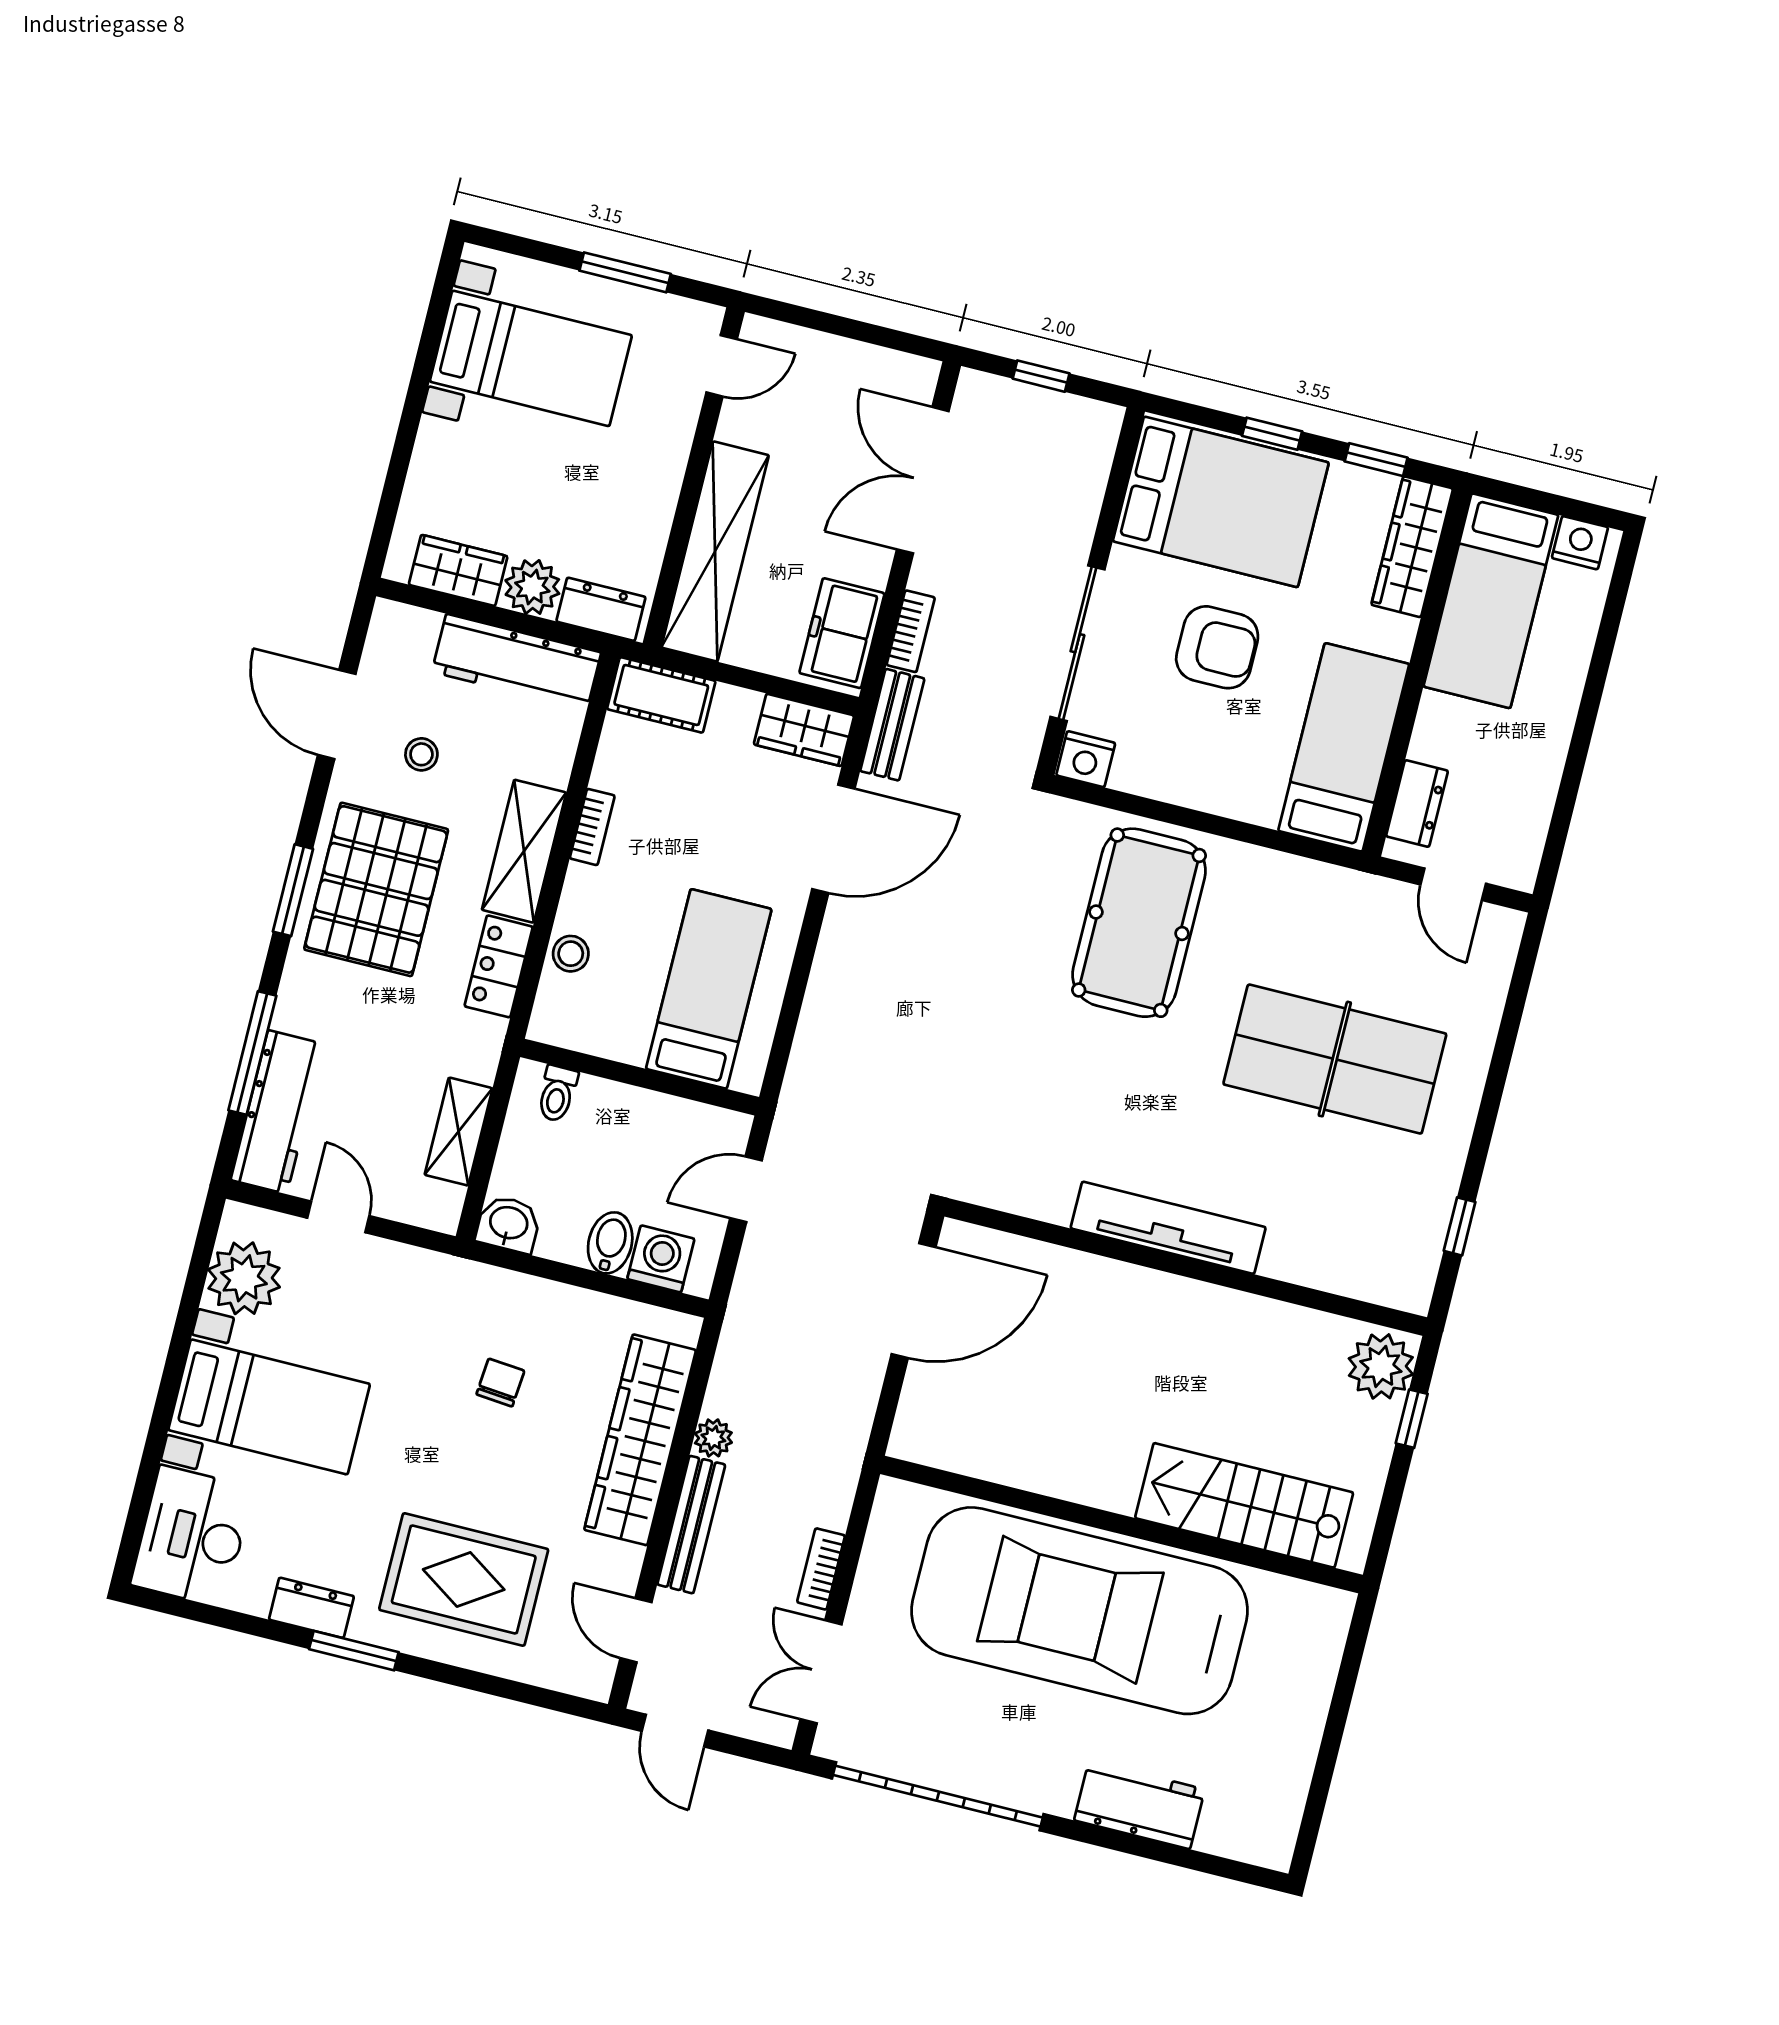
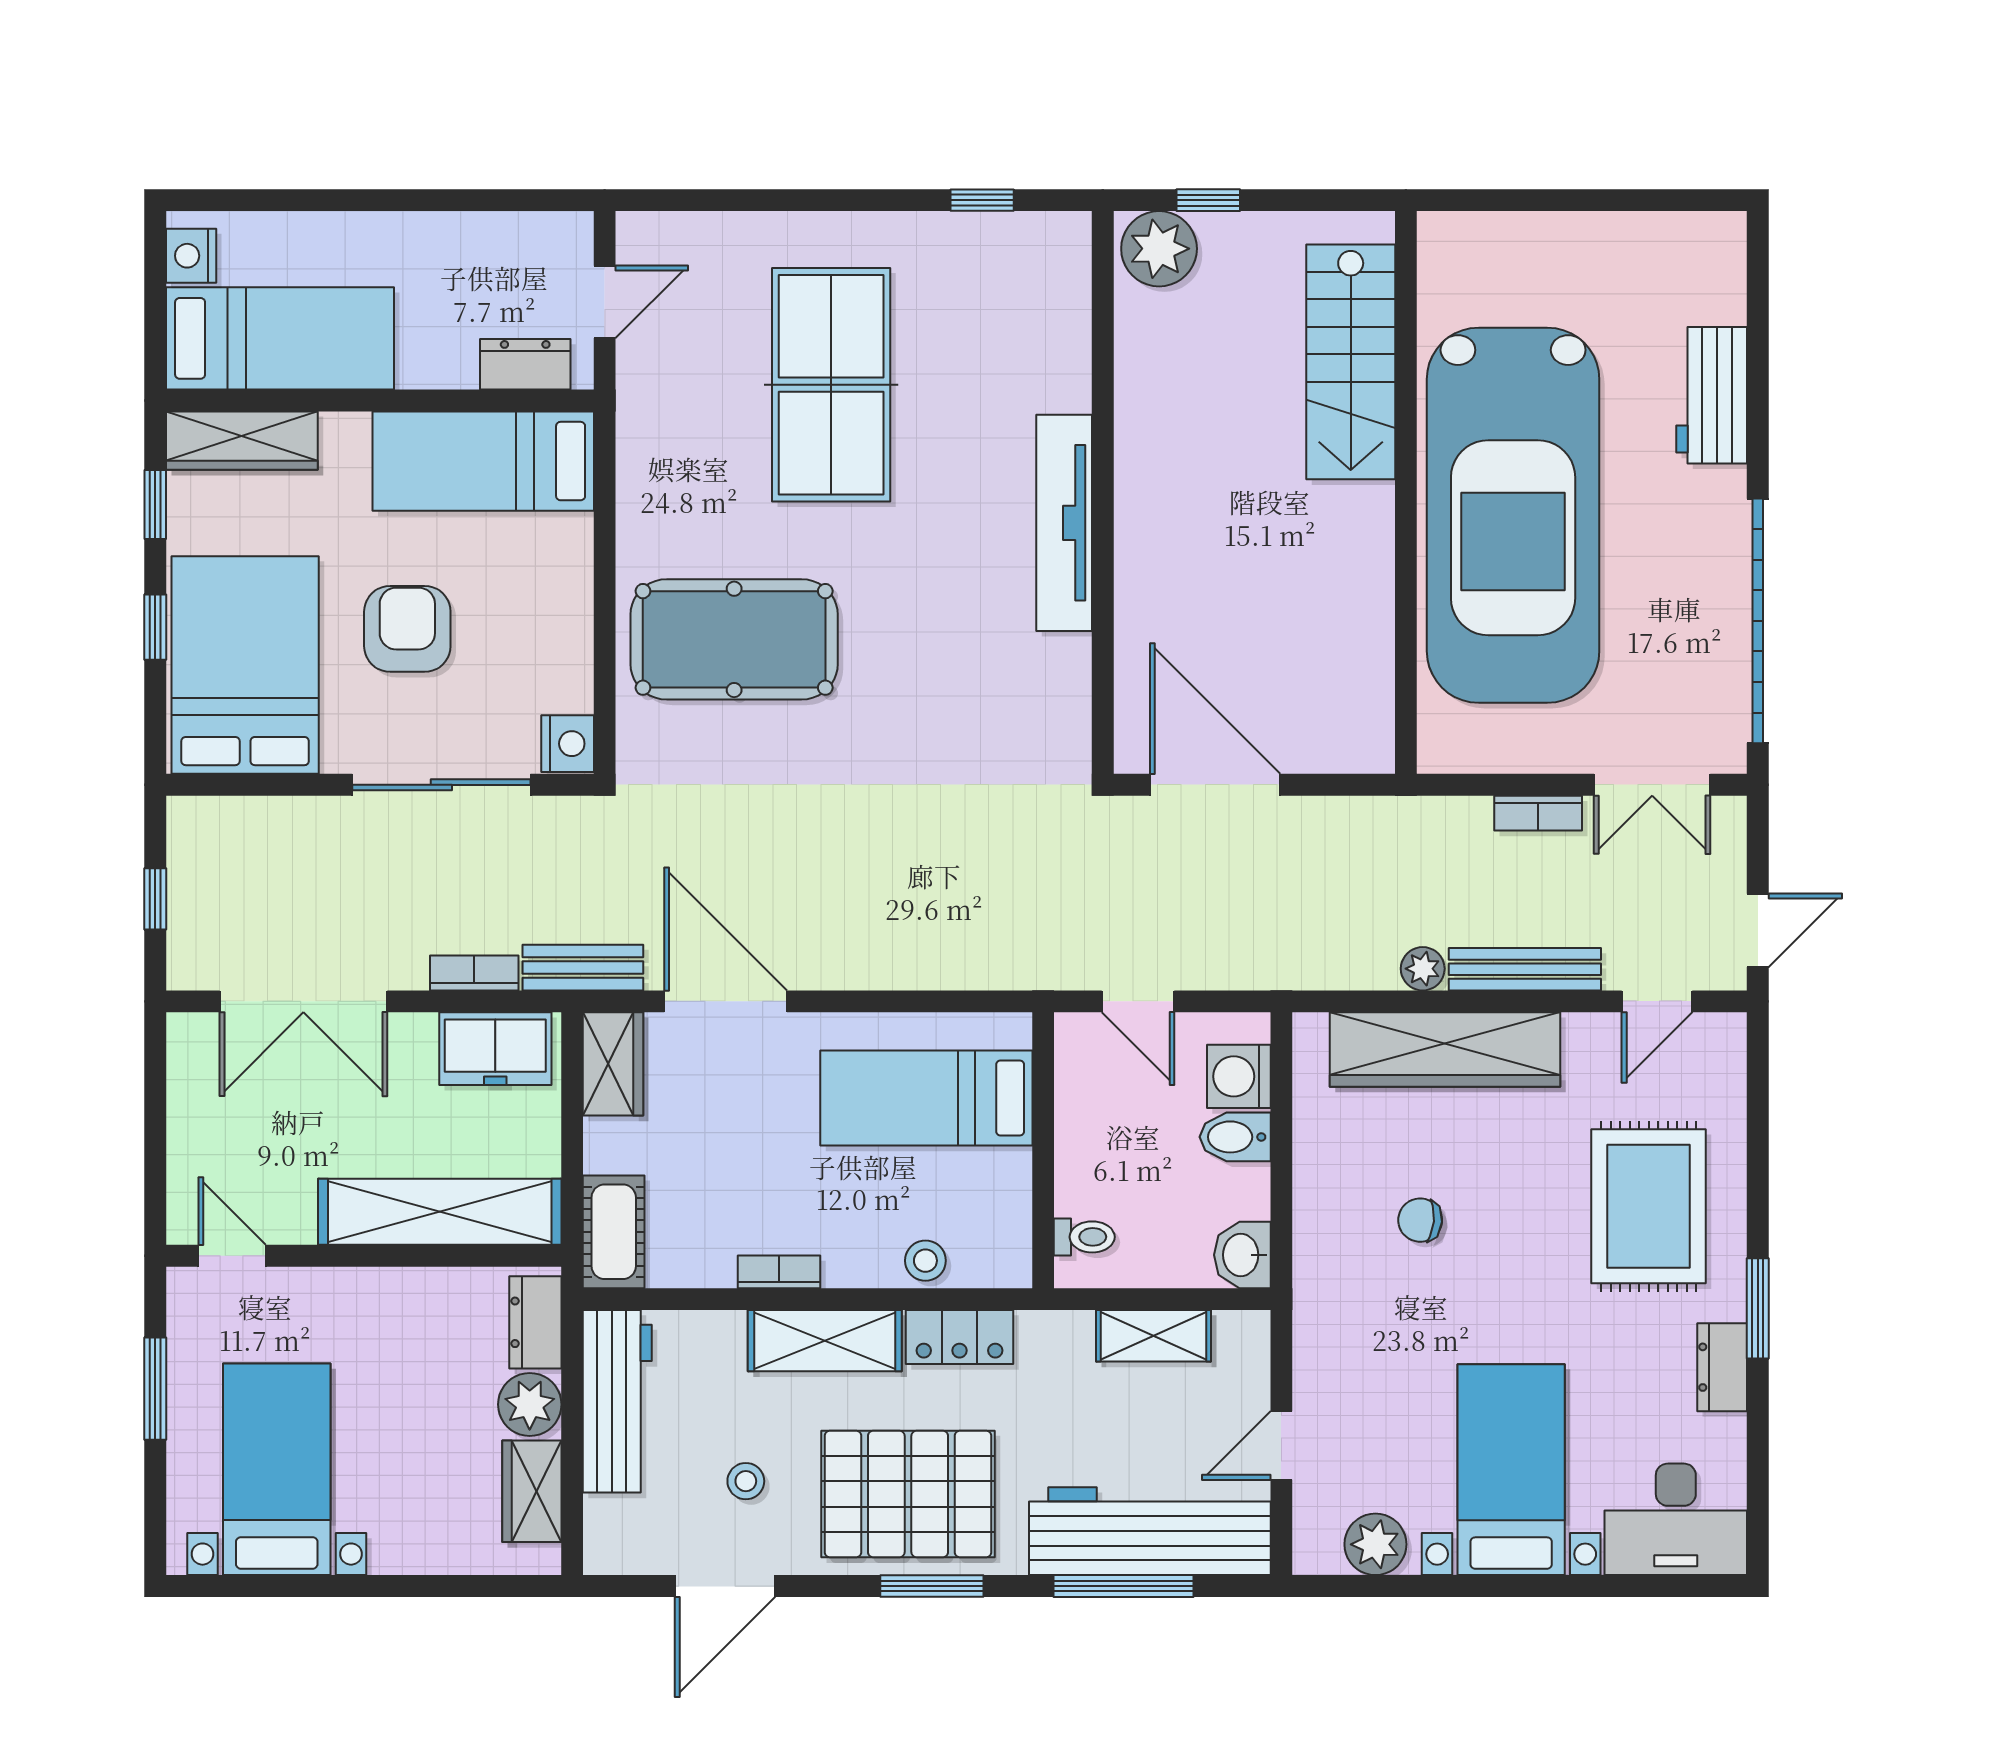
workbench: (277, 1112) -> (1150, 1531), width x1.36, depth x1.32
plant: (244, 1278) -> (1375, 1544), width x0.73, depth x0.73

